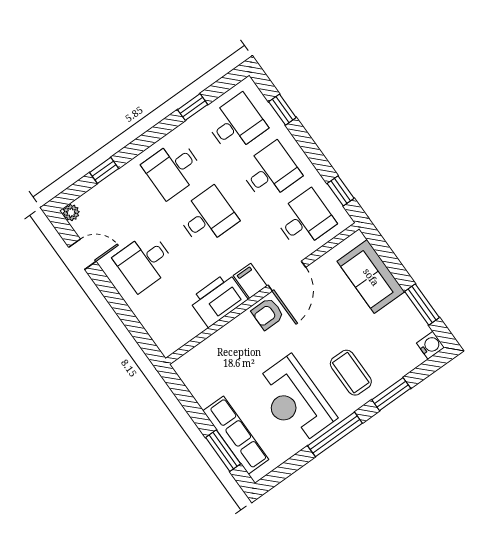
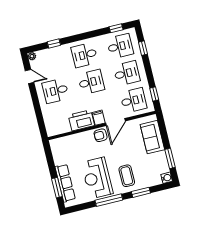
window: (193, 107) -> (116, 28), moved

